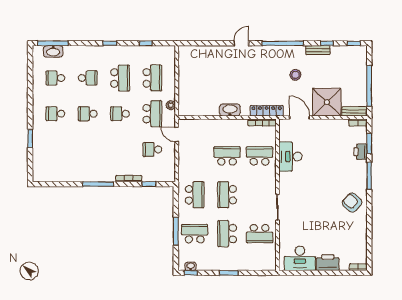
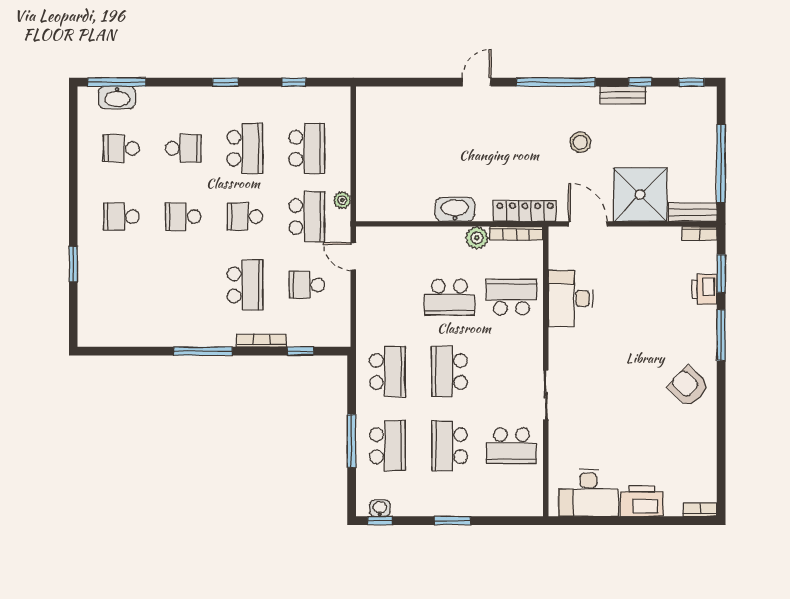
plant: (241, 125) -> (477, 238), added
school desk: (120, 149) -> (245, 285), added
school desk: (227, 156) -> (449, 297), turned 180
school desk: (195, 234) -> (387, 446), turned 90

